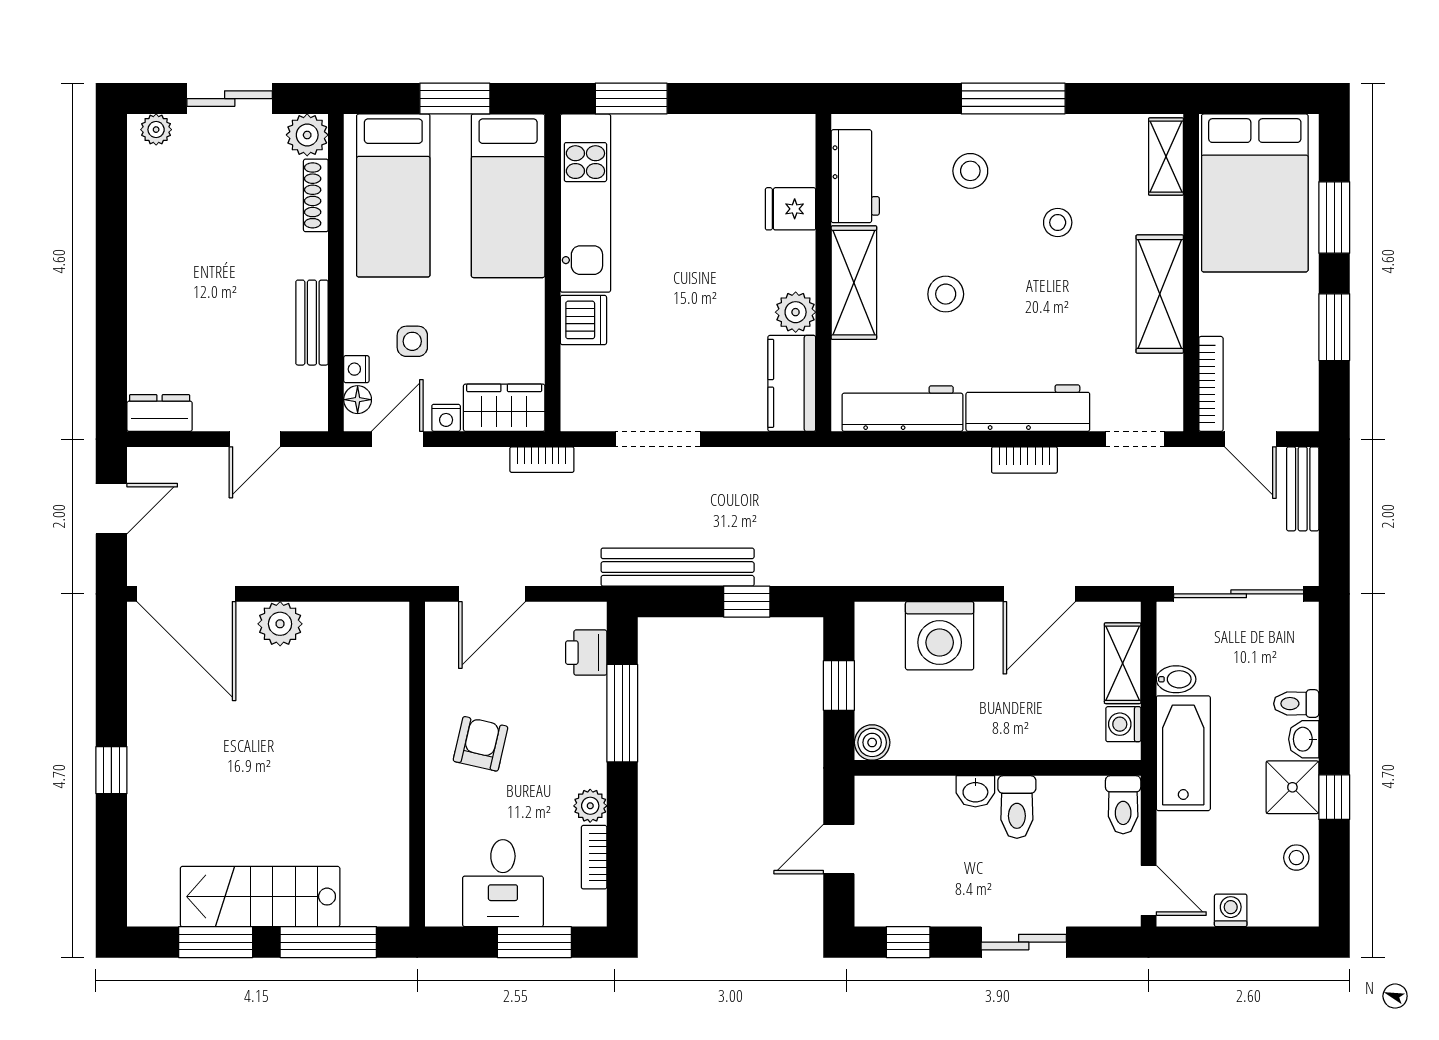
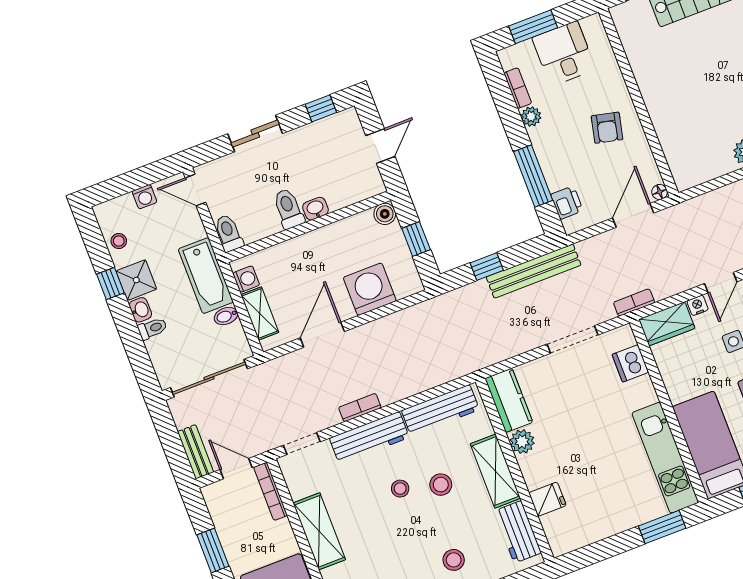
stool: (1058, 222) -> (400, 489), moved
dishwasher: (583, 320) -> (630, 363), moved
floor lamp: (438, 614) -> (660, 192), added

